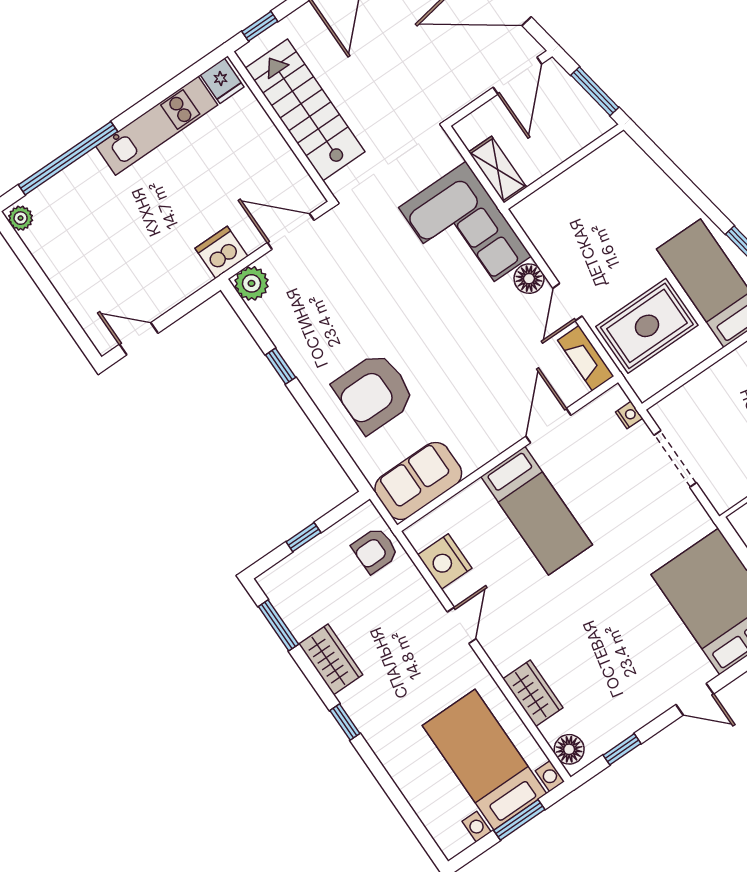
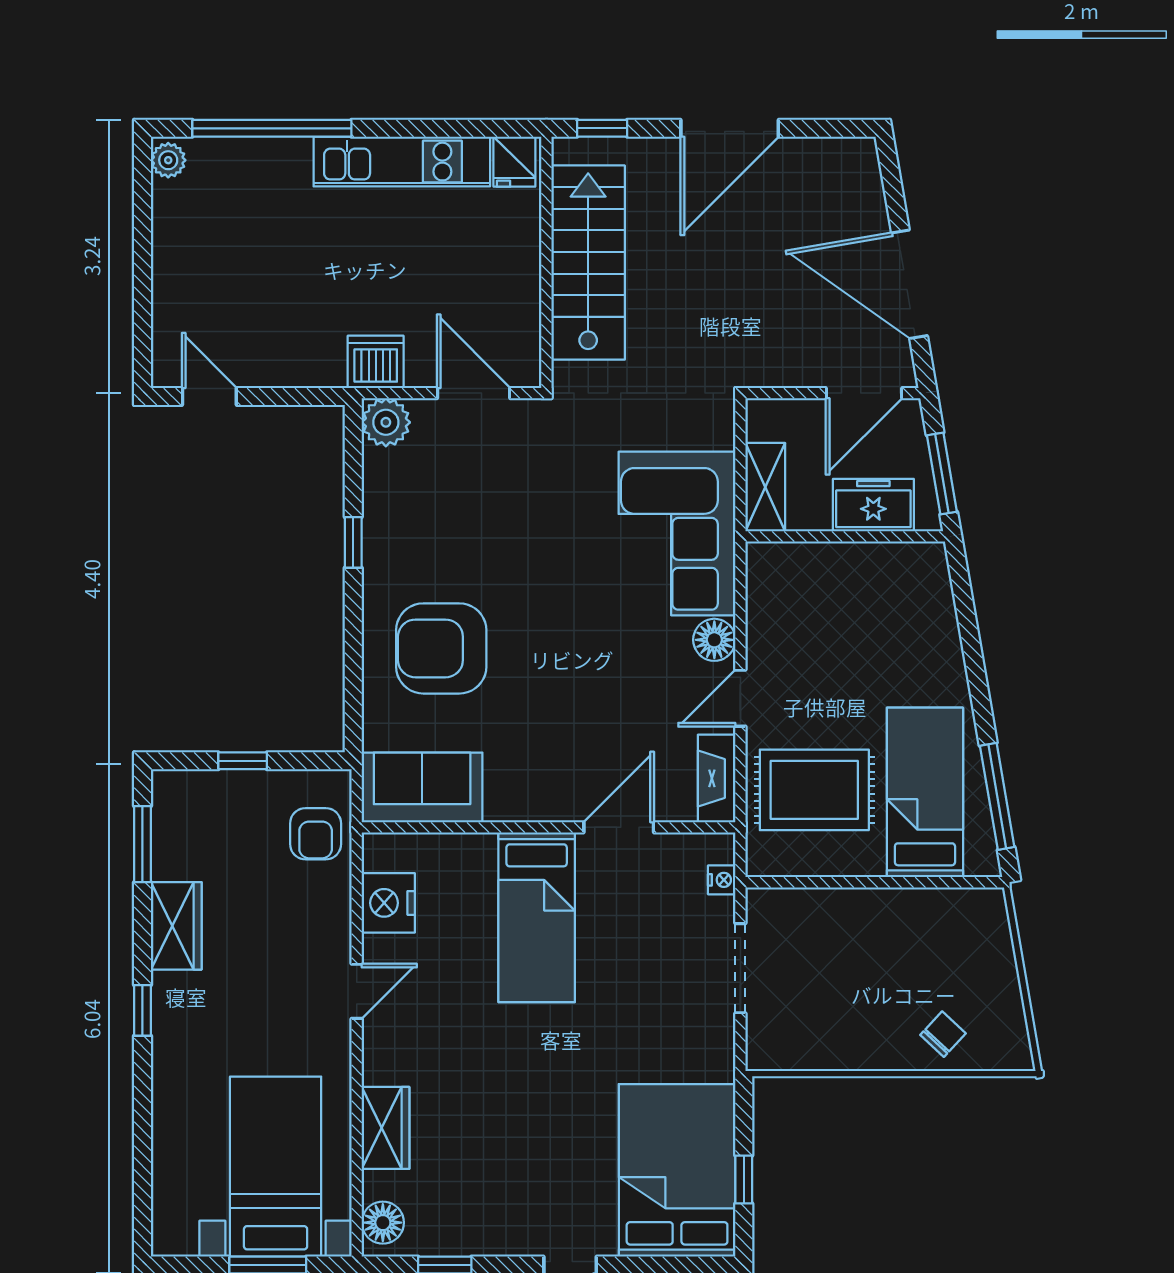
freezer: (568, 137) -> (873, 505), added
armchair: (375, 550) -> (316, 834), turned -90

